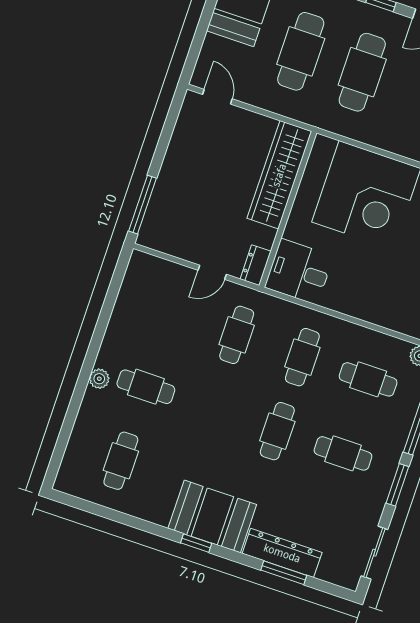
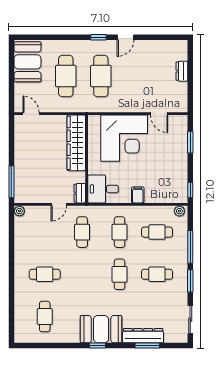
filing cabinet: (356, 303) -> (138, 195), added
plant: (99, 379) -> (19, 211), moved

